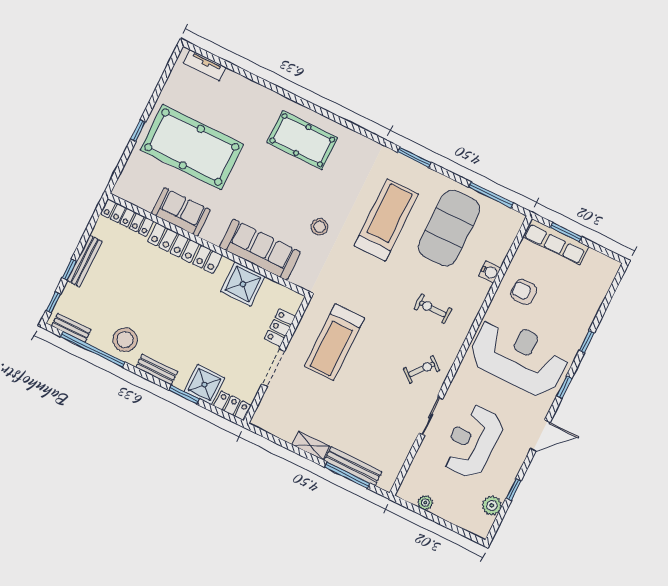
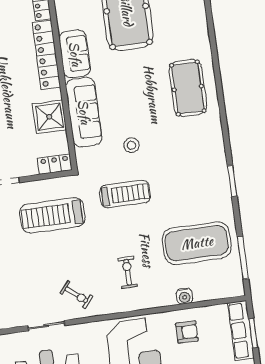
sofa: (181, 212) -> (75, 54), moved
treadmill: (386, 220) -> (125, 194), moved, width x0.73, depth x0.73
armchair: (524, 292) -> (187, 332), turned 90
locker: (280, 328) -> (55, 164), moved

